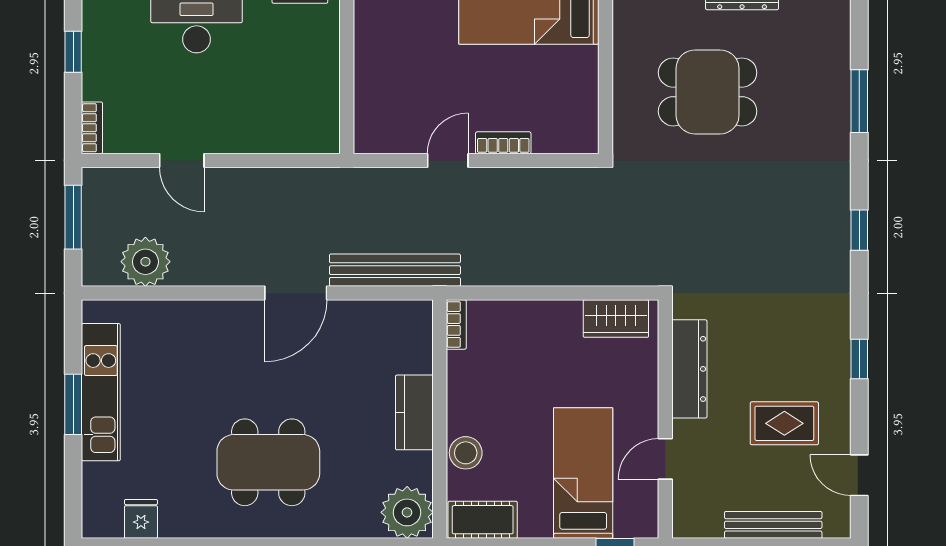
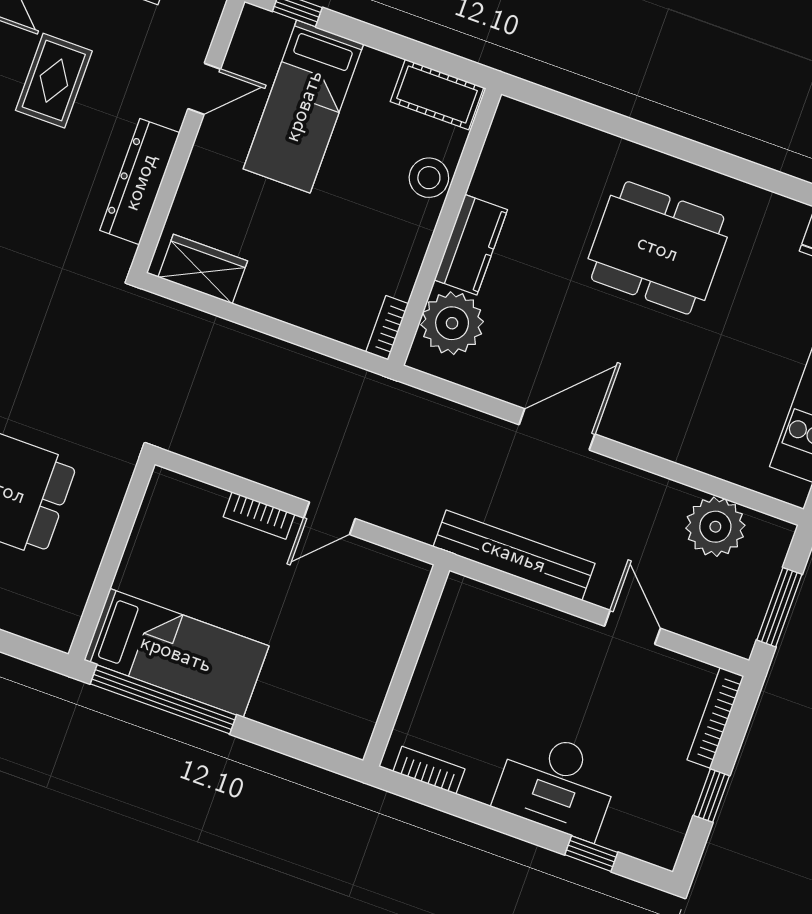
bookcase: (92, 128) -> (715, 718), width x1.56
bench: (395, 270) -> (514, 555), moved
rug: (784, 423) -> (54, 81), turned 90
plant: (407, 512) -> (452, 323), moved

